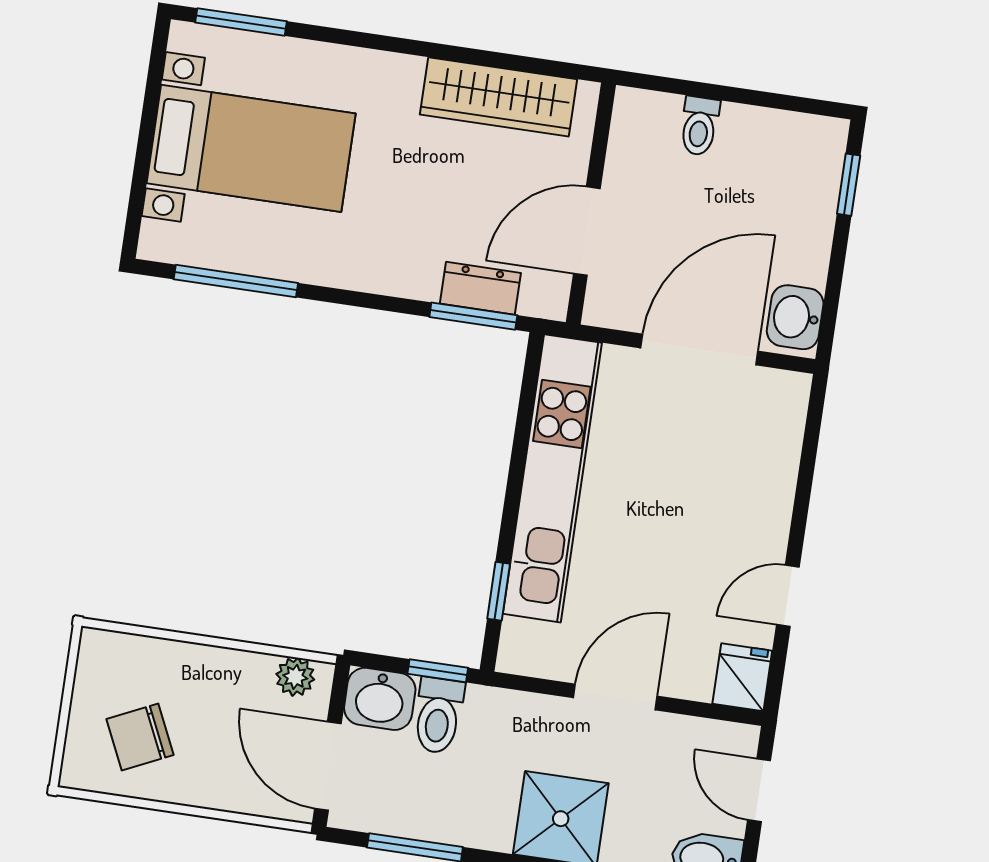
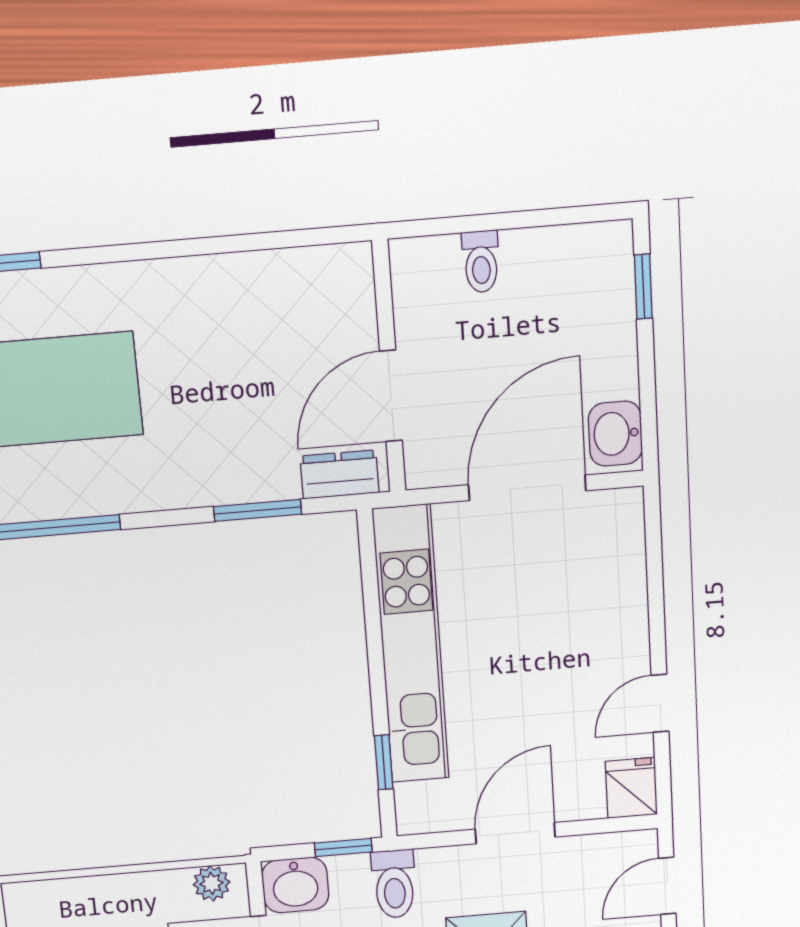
wardrobe: (498, 97) -> (272, 280), removed
dresser: (480, 288) -> (340, 474), moved
window: (473, 316) -> (258, 510), moved
toilet: (438, 715) -> (394, 884), moved
door: (759, 790) -> (667, 886), hinge flipped

